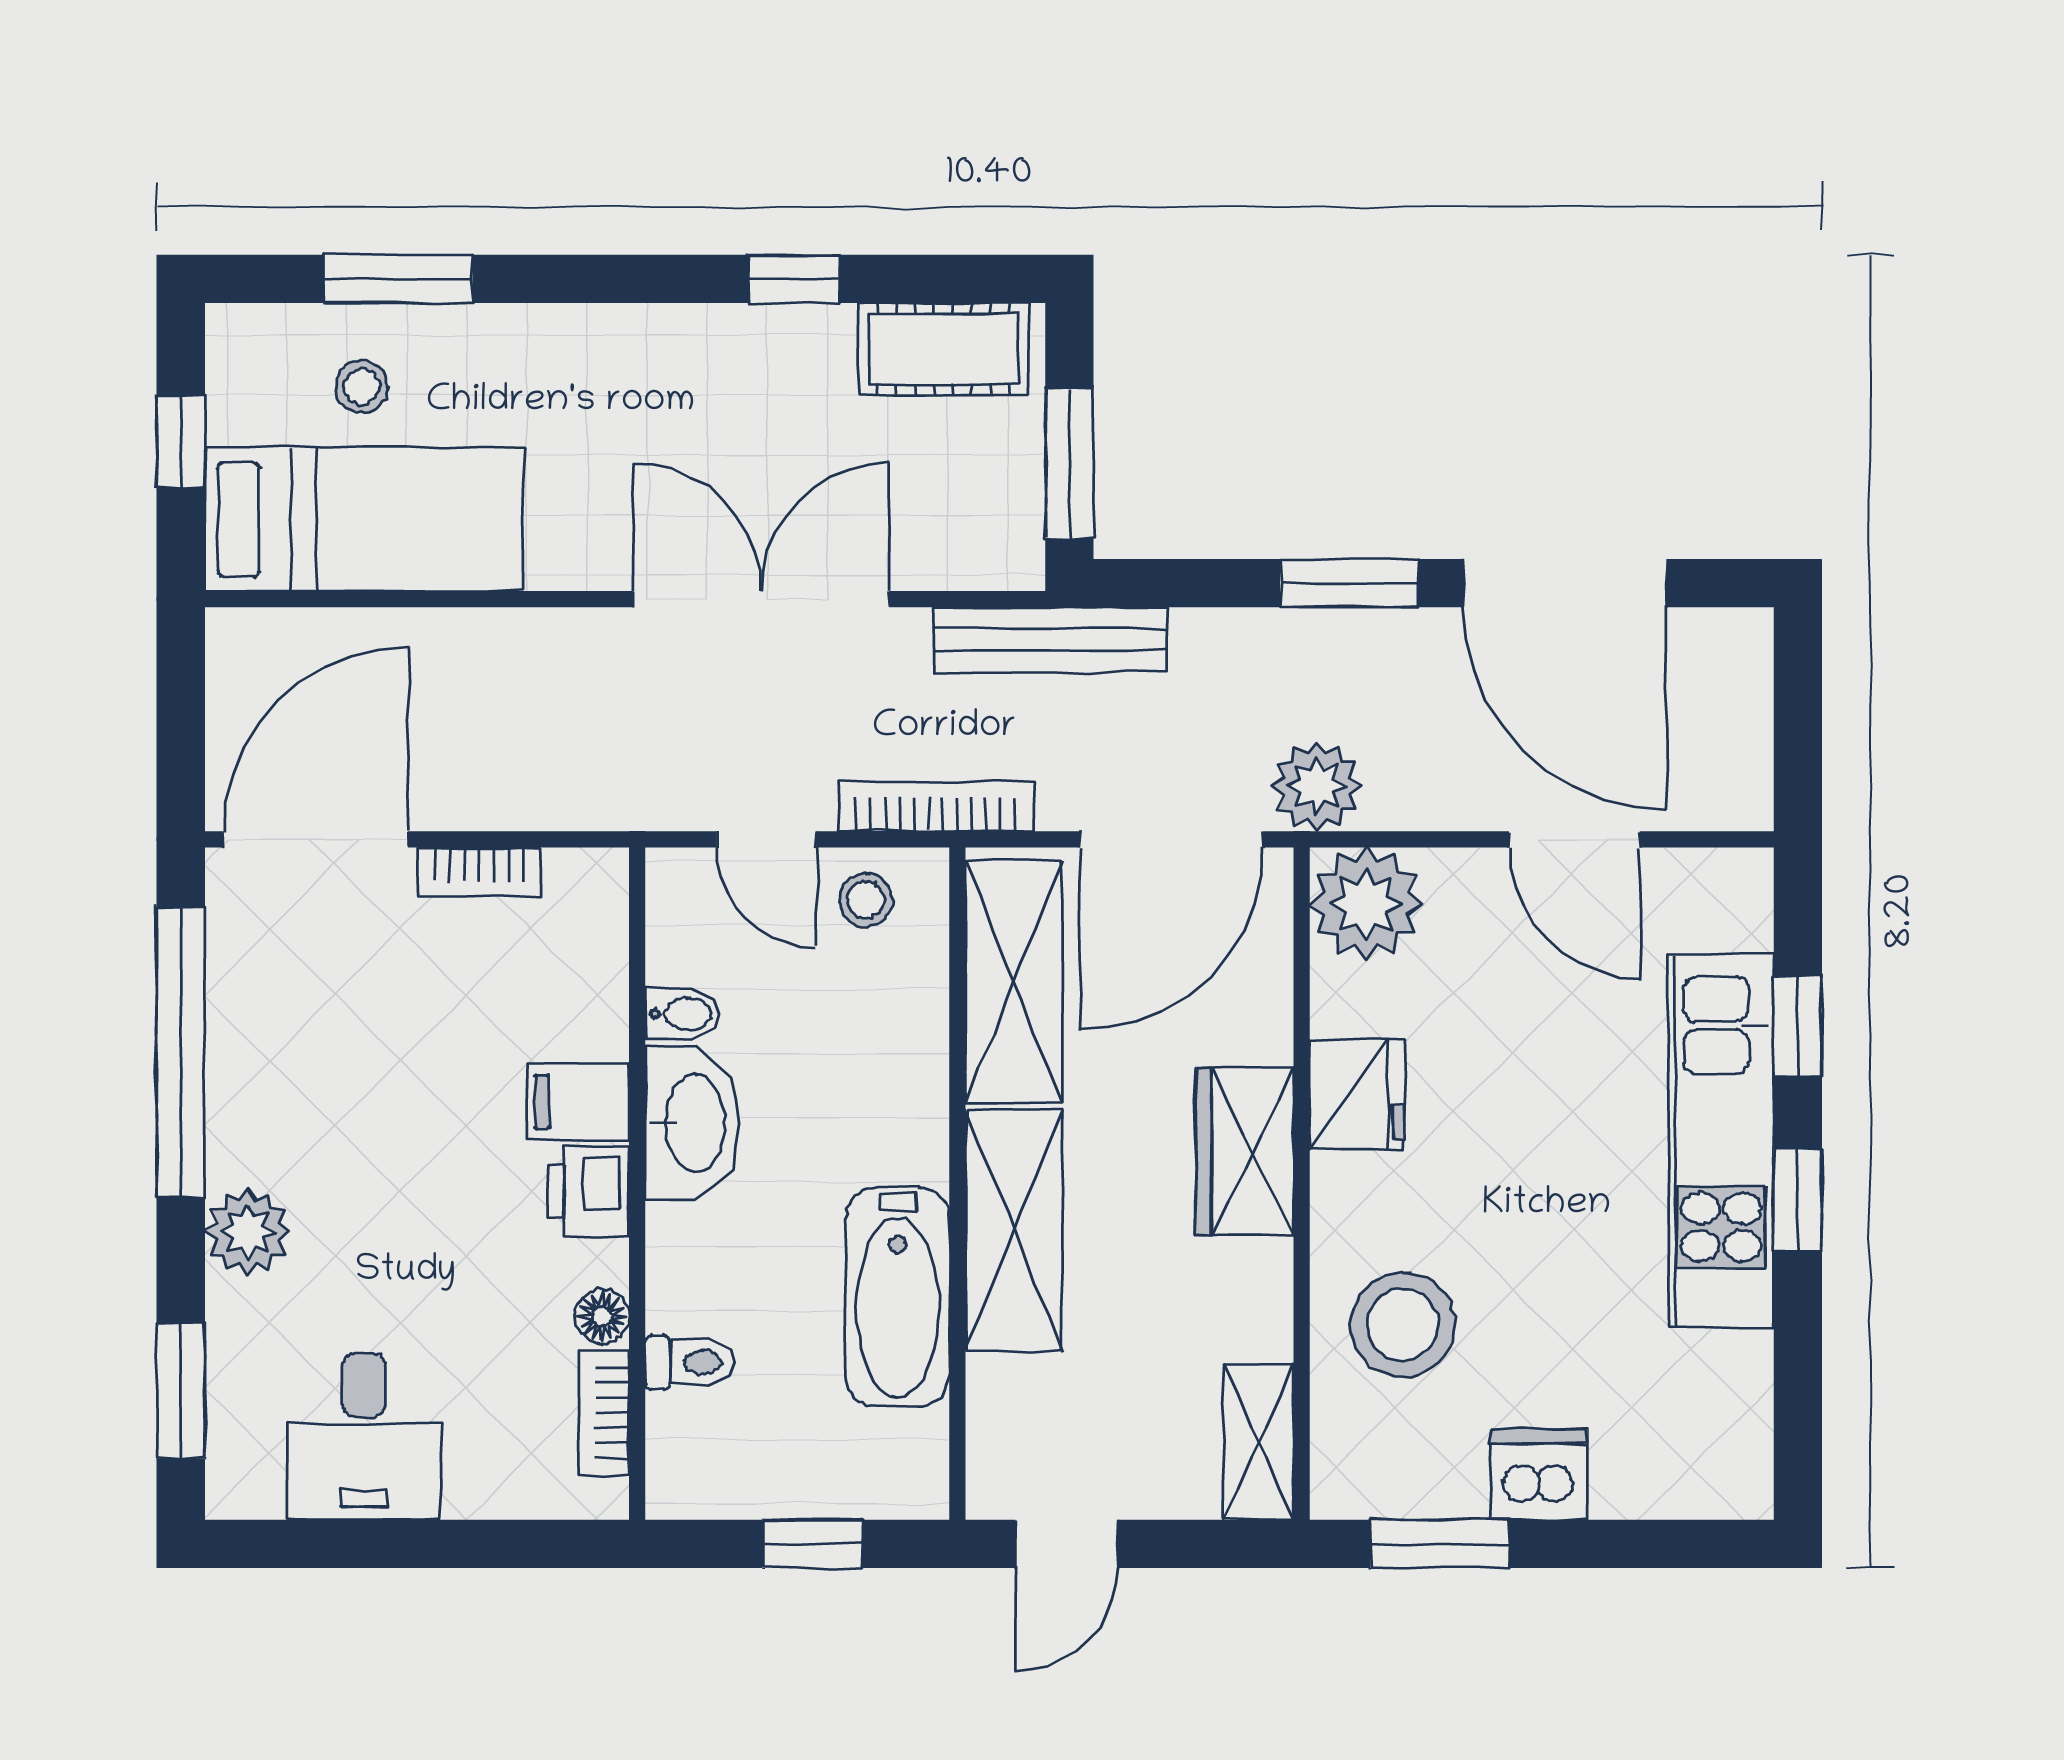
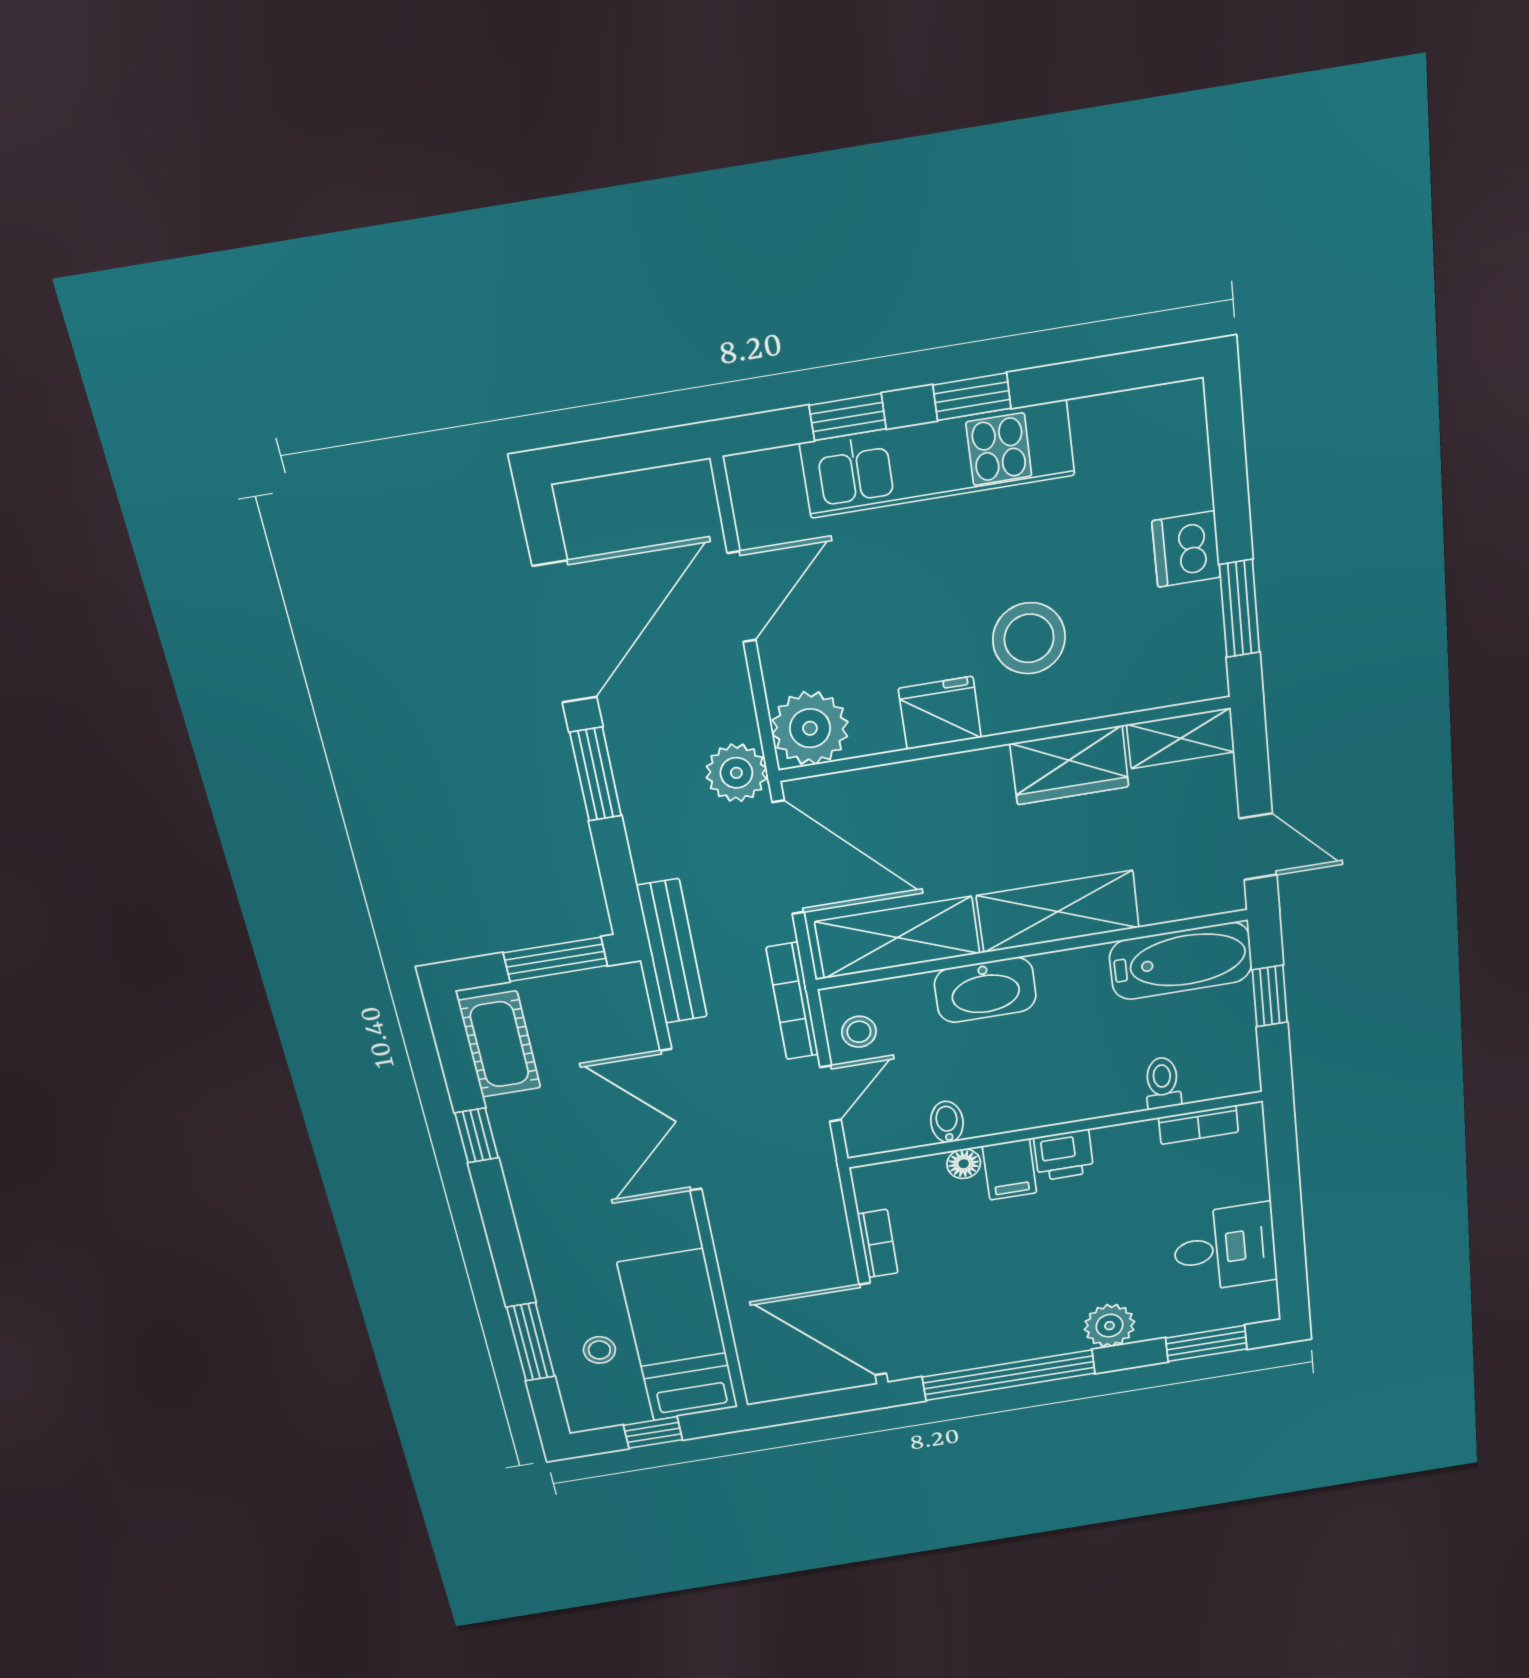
washbasin: (692, 1123) -> (985, 990), moved, turned 180
wardrobe: (1245, 1152) -> (1069, 765), moved
bathtub: (898, 1297) -> (1181, 961), moved
floor lamp: (602, 1317) -> (964, 1164), moved
stool: (1402, 1325) -> (1029, 638), moved

